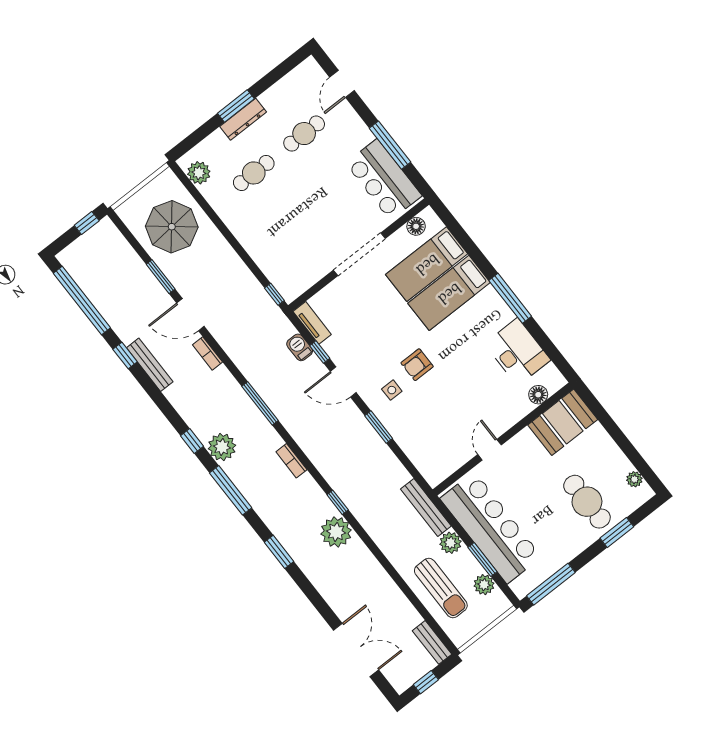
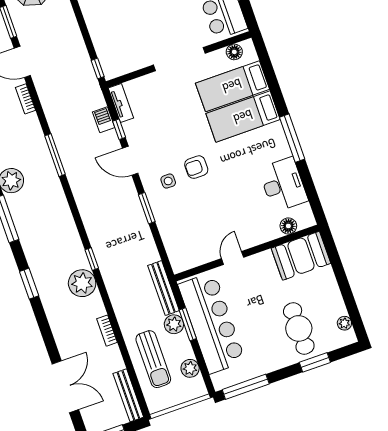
bookcase: (291, 461) -> (107, 331), moved
window: (482, 560) -> (188, 324), moved
bench: (432, 642) -> (128, 395), width x1.36

